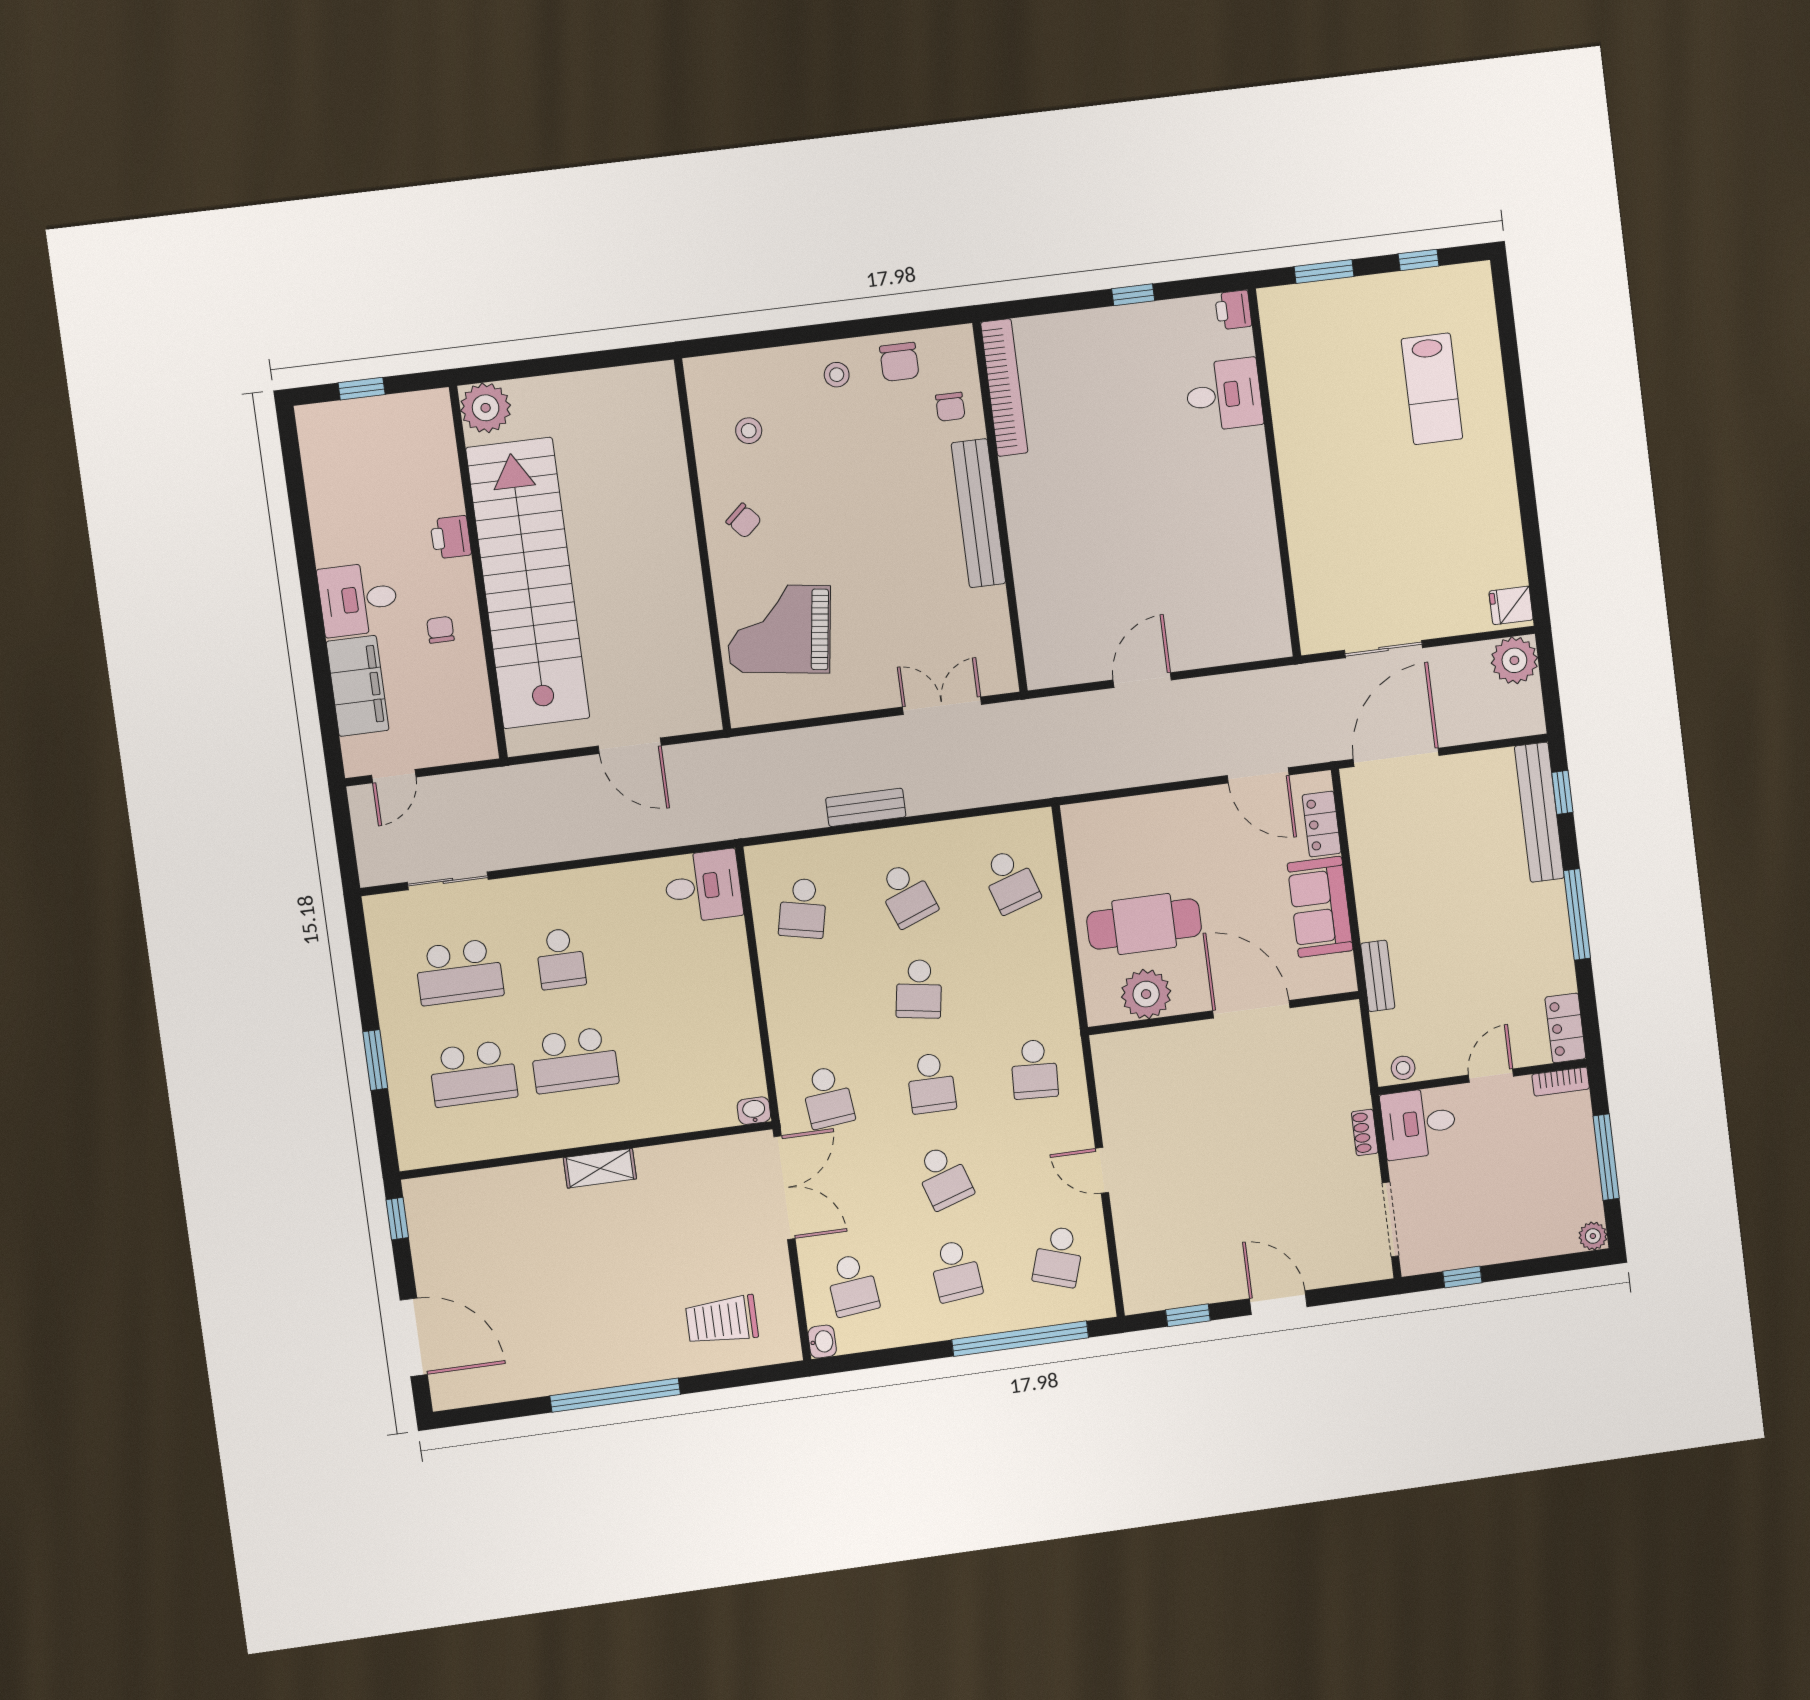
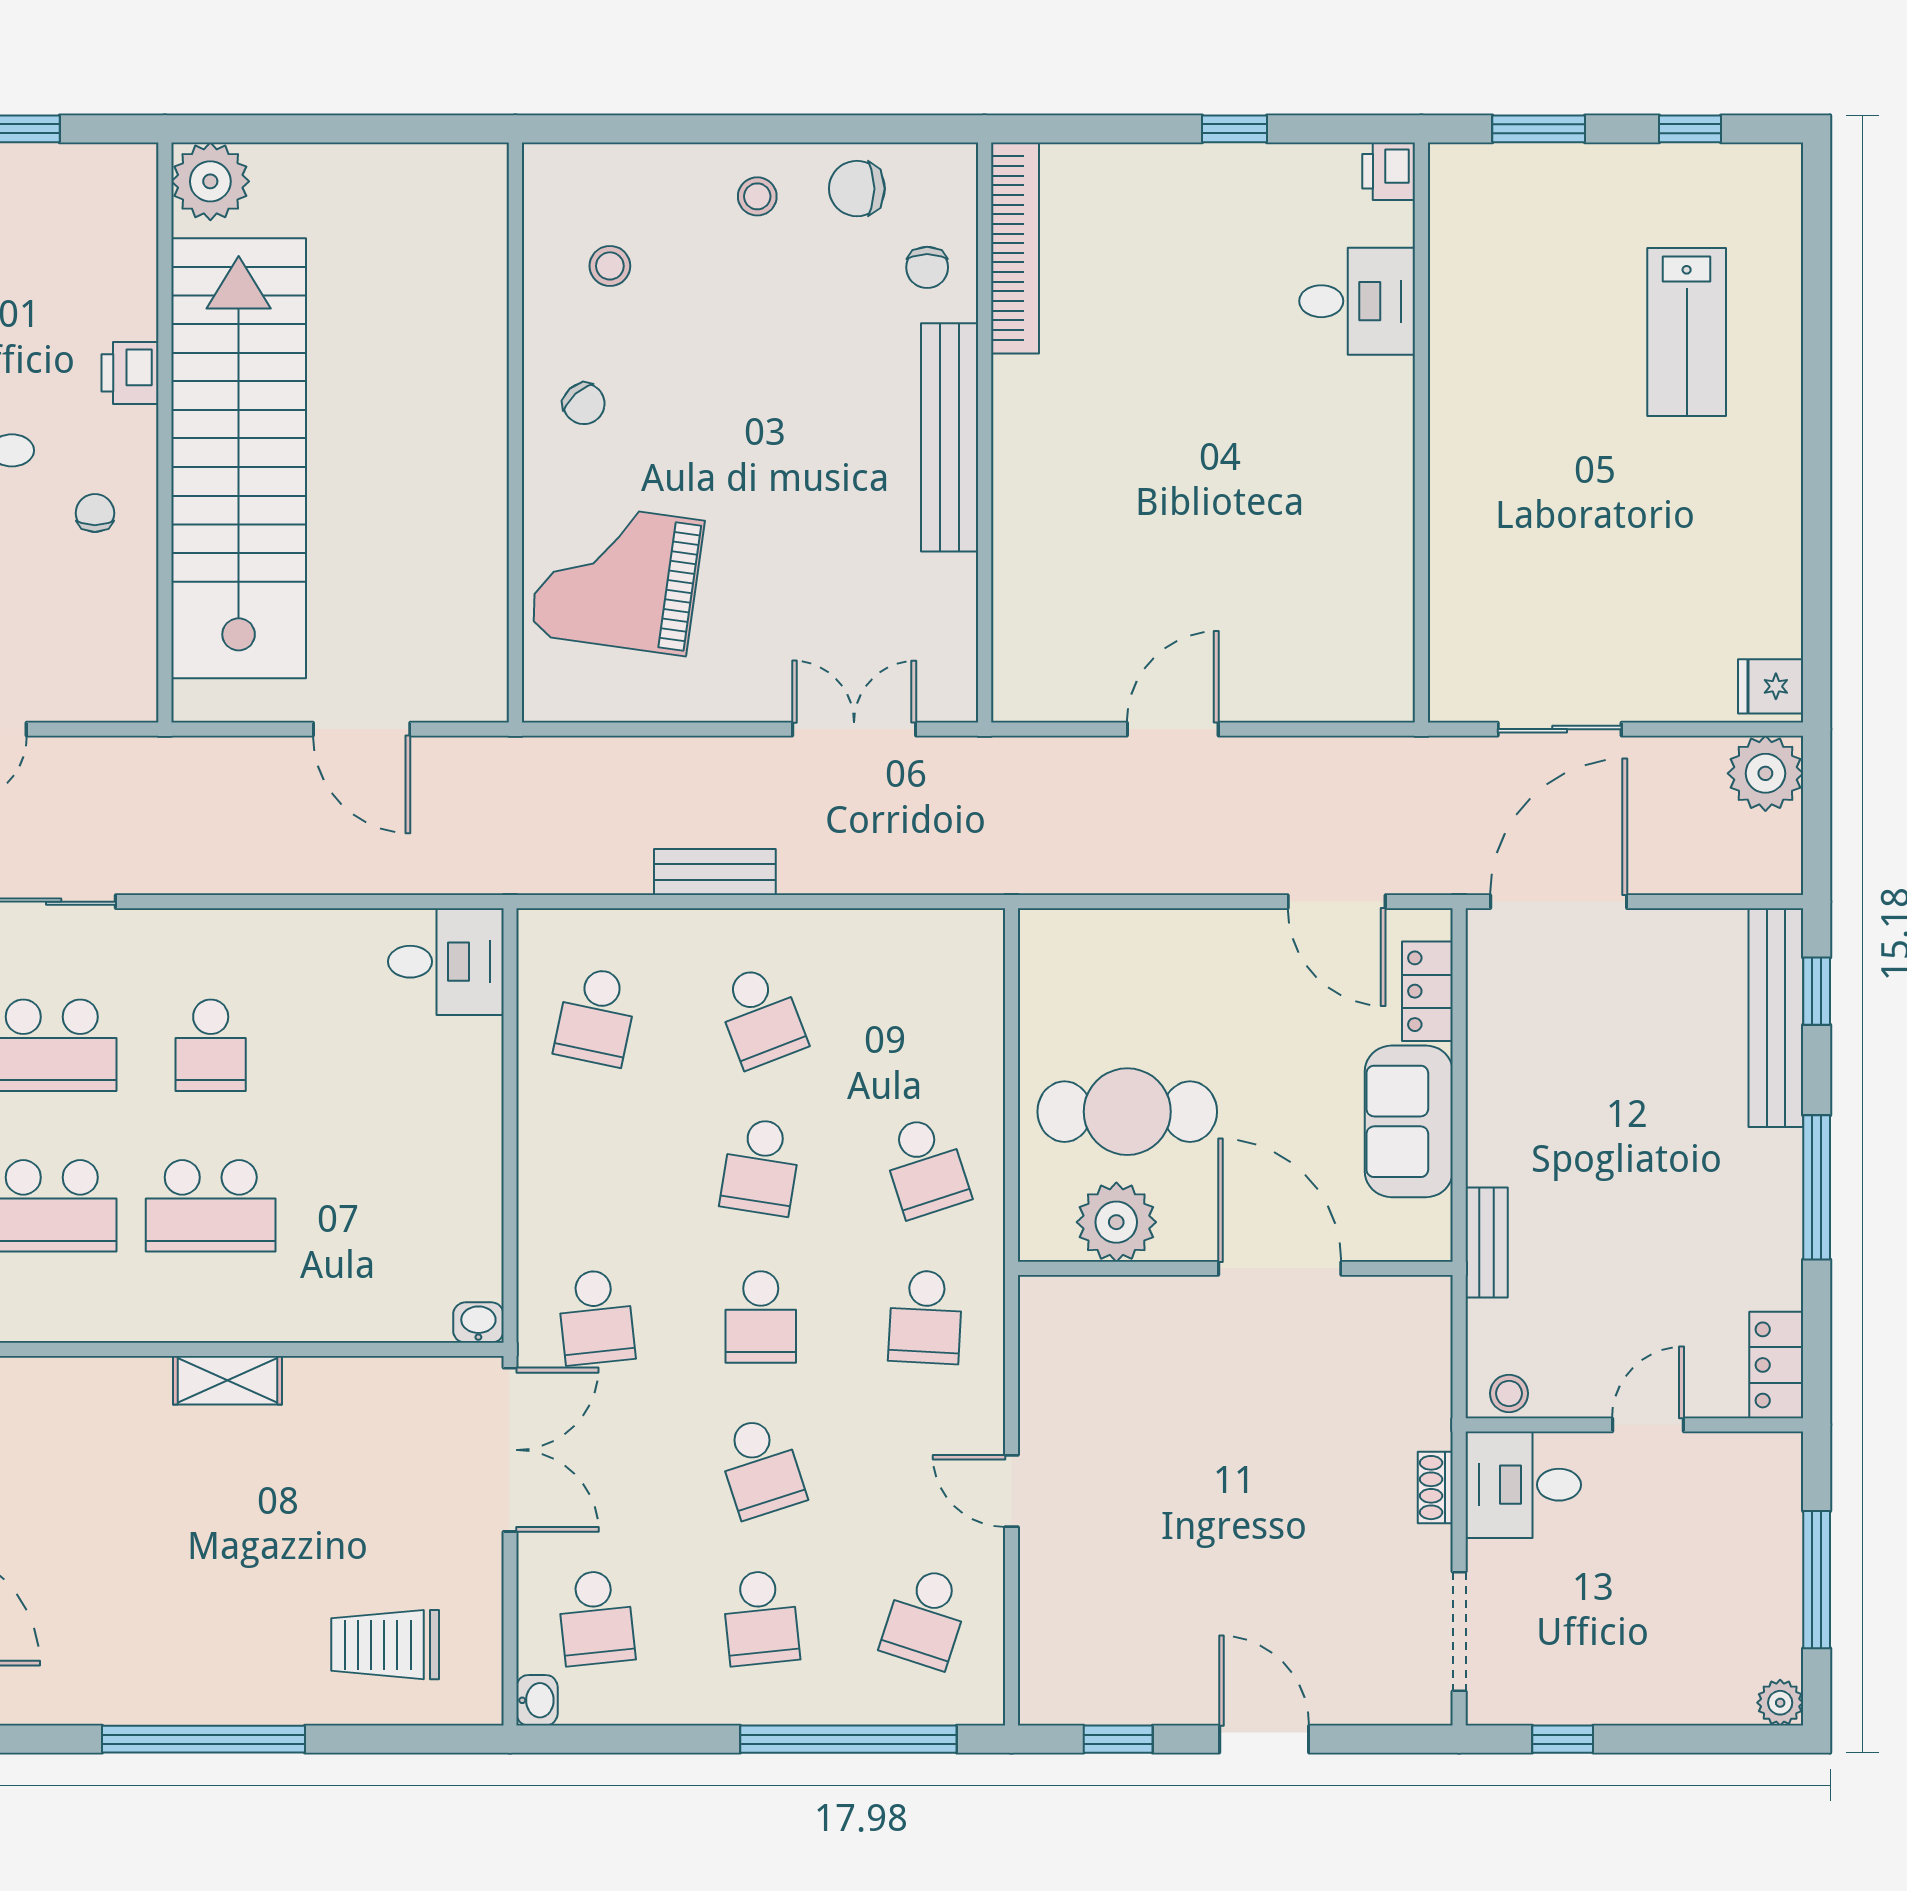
chair: (899, 362) -> (857, 189), turned 90
school desk: (1010, 881) -> (925, 1167), moved
bookcase: (1561, 1082) -> (1758, 1449), removed

